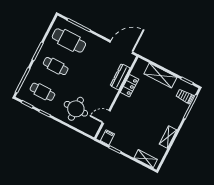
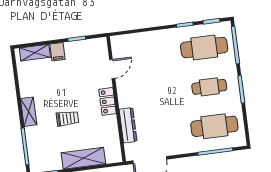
locker: (130, 86) -> (108, 101), moved
cafe table: (42, 92) -> (204, 48), width x1.37, depth x1.35
trolley: (185, 96) -> (67, 118), moved
round table: (76, 109) -> (153, 54), removed
filing cabinet: (107, 137) -> (57, 52), moved
shelving: (168, 137) -> (29, 112), moved

